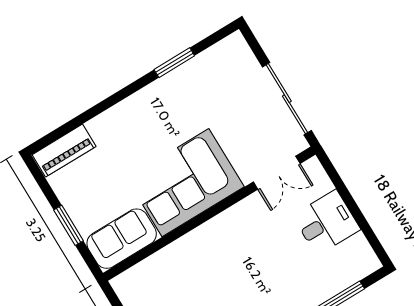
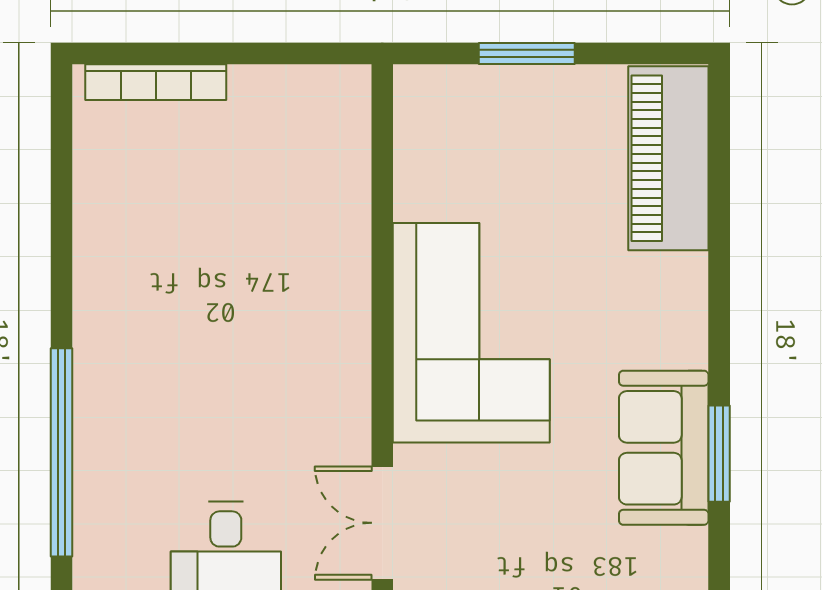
piano: (64, 151) -> (668, 158), width x1.37, depth x1.33
sofa: (122, 239) -> (664, 448), moved, turned 180

